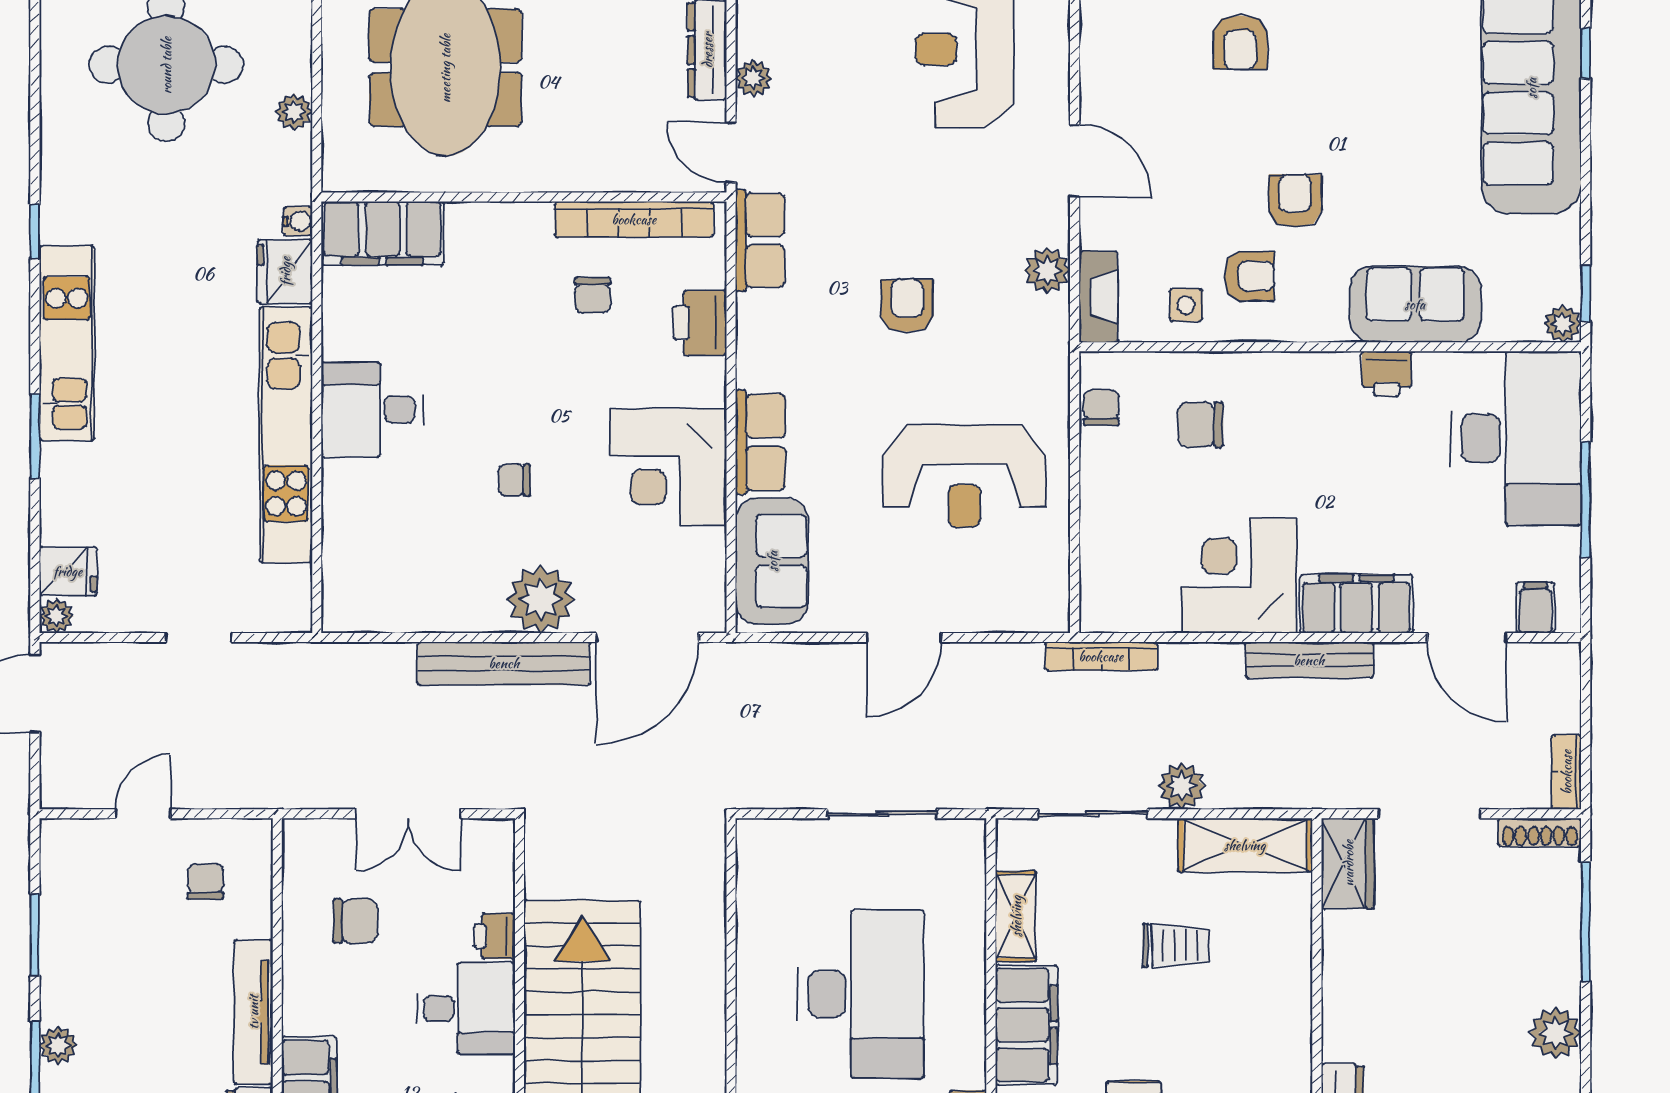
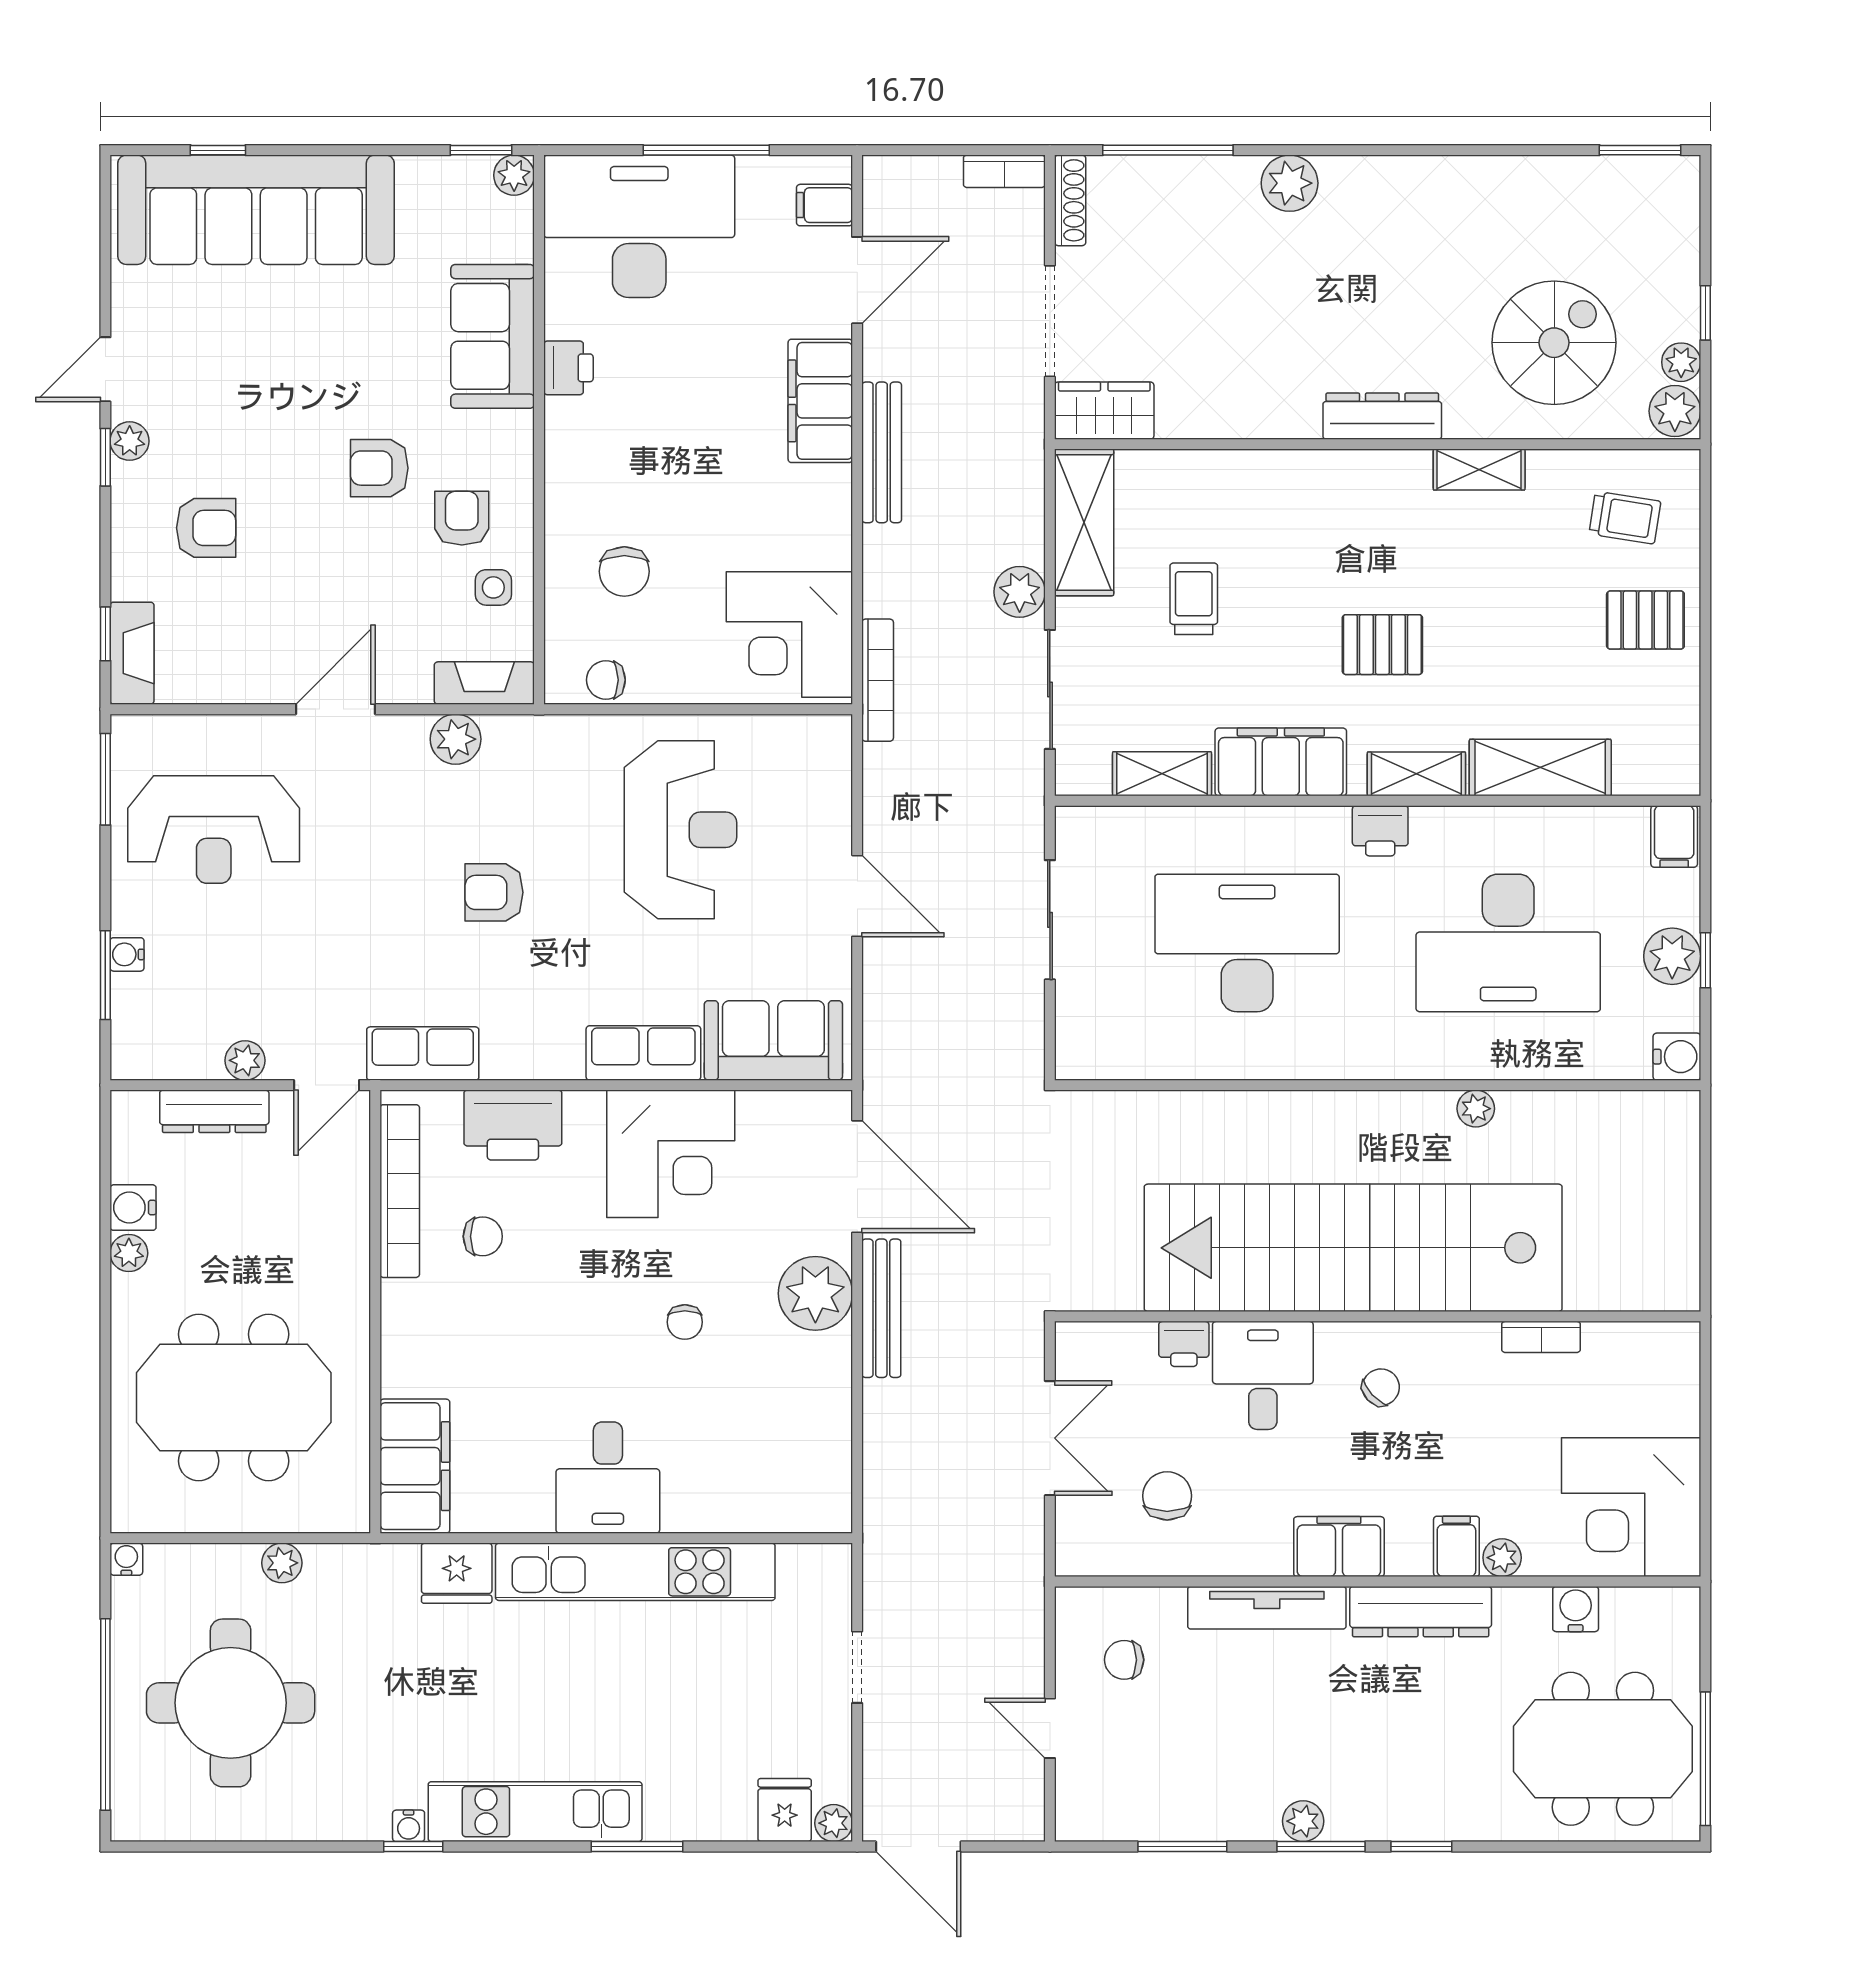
water cooler: (298, 221) -> (409, 1826), moved, turned 180
printer: (700, 323) -> (513, 1125), width x1.37, depth x1.19
corner desk: (1239, 576) -> (789, 635), moved
bench: (504, 663) -> (881, 1308), width x0.73, depth x0.82

